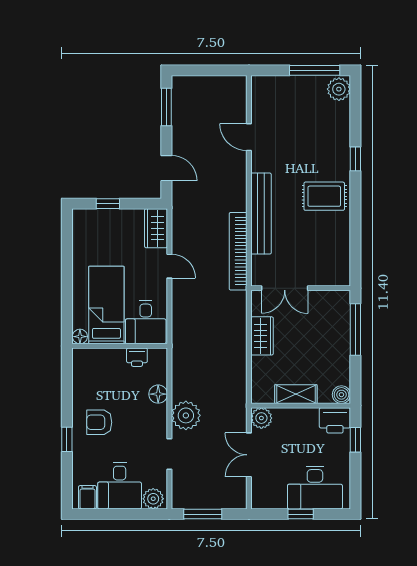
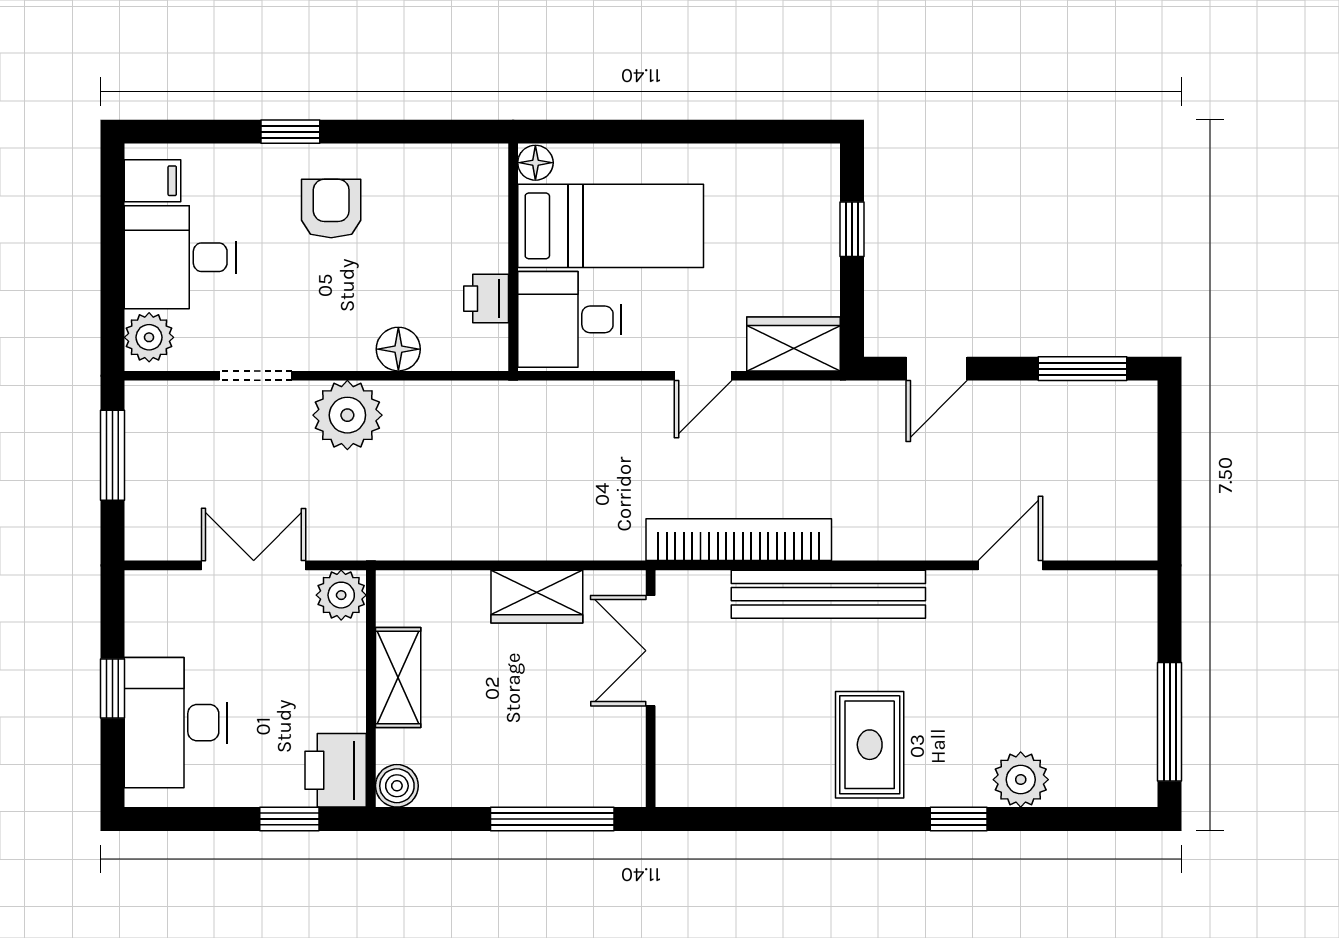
plant: (339, 89) -> (1021, 780), moved

